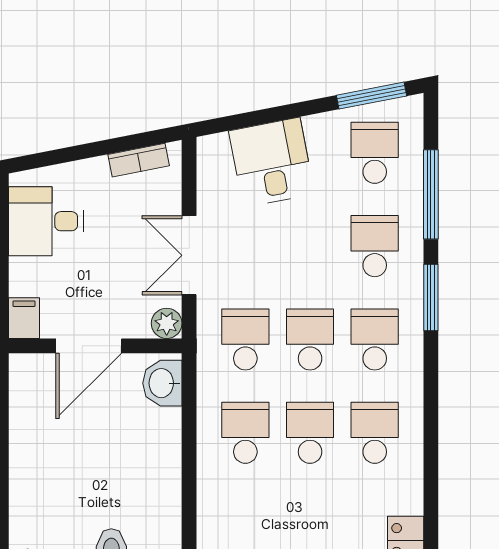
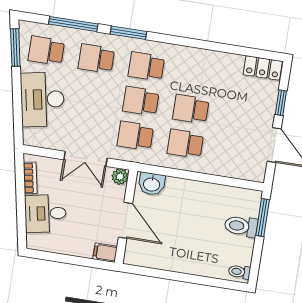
desk: (272, 162) -> (42, 99), width x1.37
desk: (46, 221) -> (45, 213), moved, turned 79
school desk: (375, 433) -> (196, 74), removed

